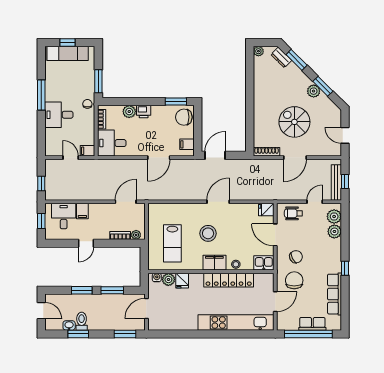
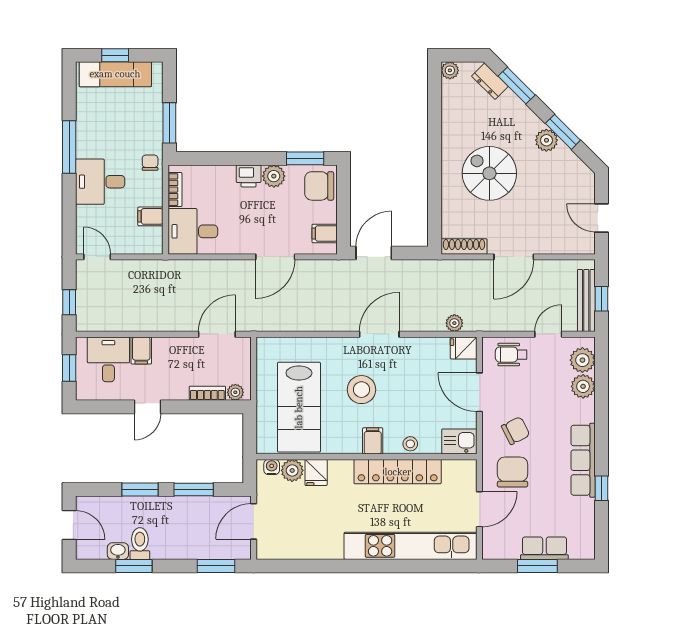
plant: (129, 112) -> (274, 176), moved
spiral stairs: (294, 122) -> (489, 173), moved
filing cabinet: (88, 151) -> (150, 216), moved
door: (71, 158) -> (97, 257), moved
plant: (261, 195) -> (454, 323), added
lab bench: (172, 243) -> (299, 407), width x1.36, depth x1.39
filing cabinet: (214, 263) -> (373, 441), width x0.50
window: (345, 268) -> (601, 488), moved
row of seats: (334, 294) -> (583, 460), moved
window: (308, 334) -> (537, 566), width x0.47

